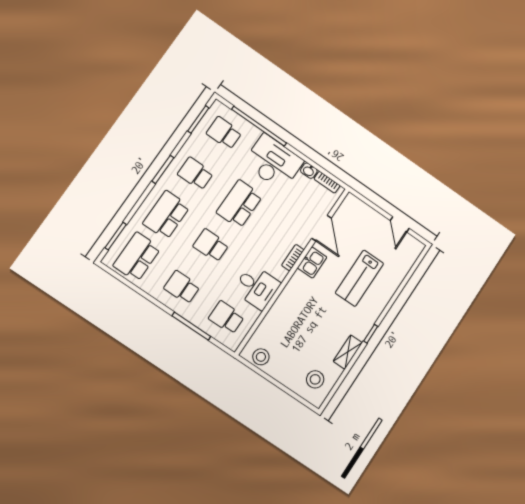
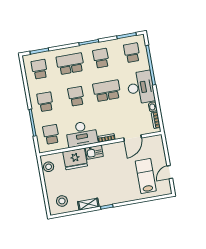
school desk: (137, 257) -> (39, 69), width x0.54
kitchen sink: (312, 262) -> (94, 152), moved
lab bench: (359, 278) -> (146, 176), moved, turned 90
desk: (257, 287) -> (82, 134), width x1.37
fridge: (282, 317) -> (75, 159), added

